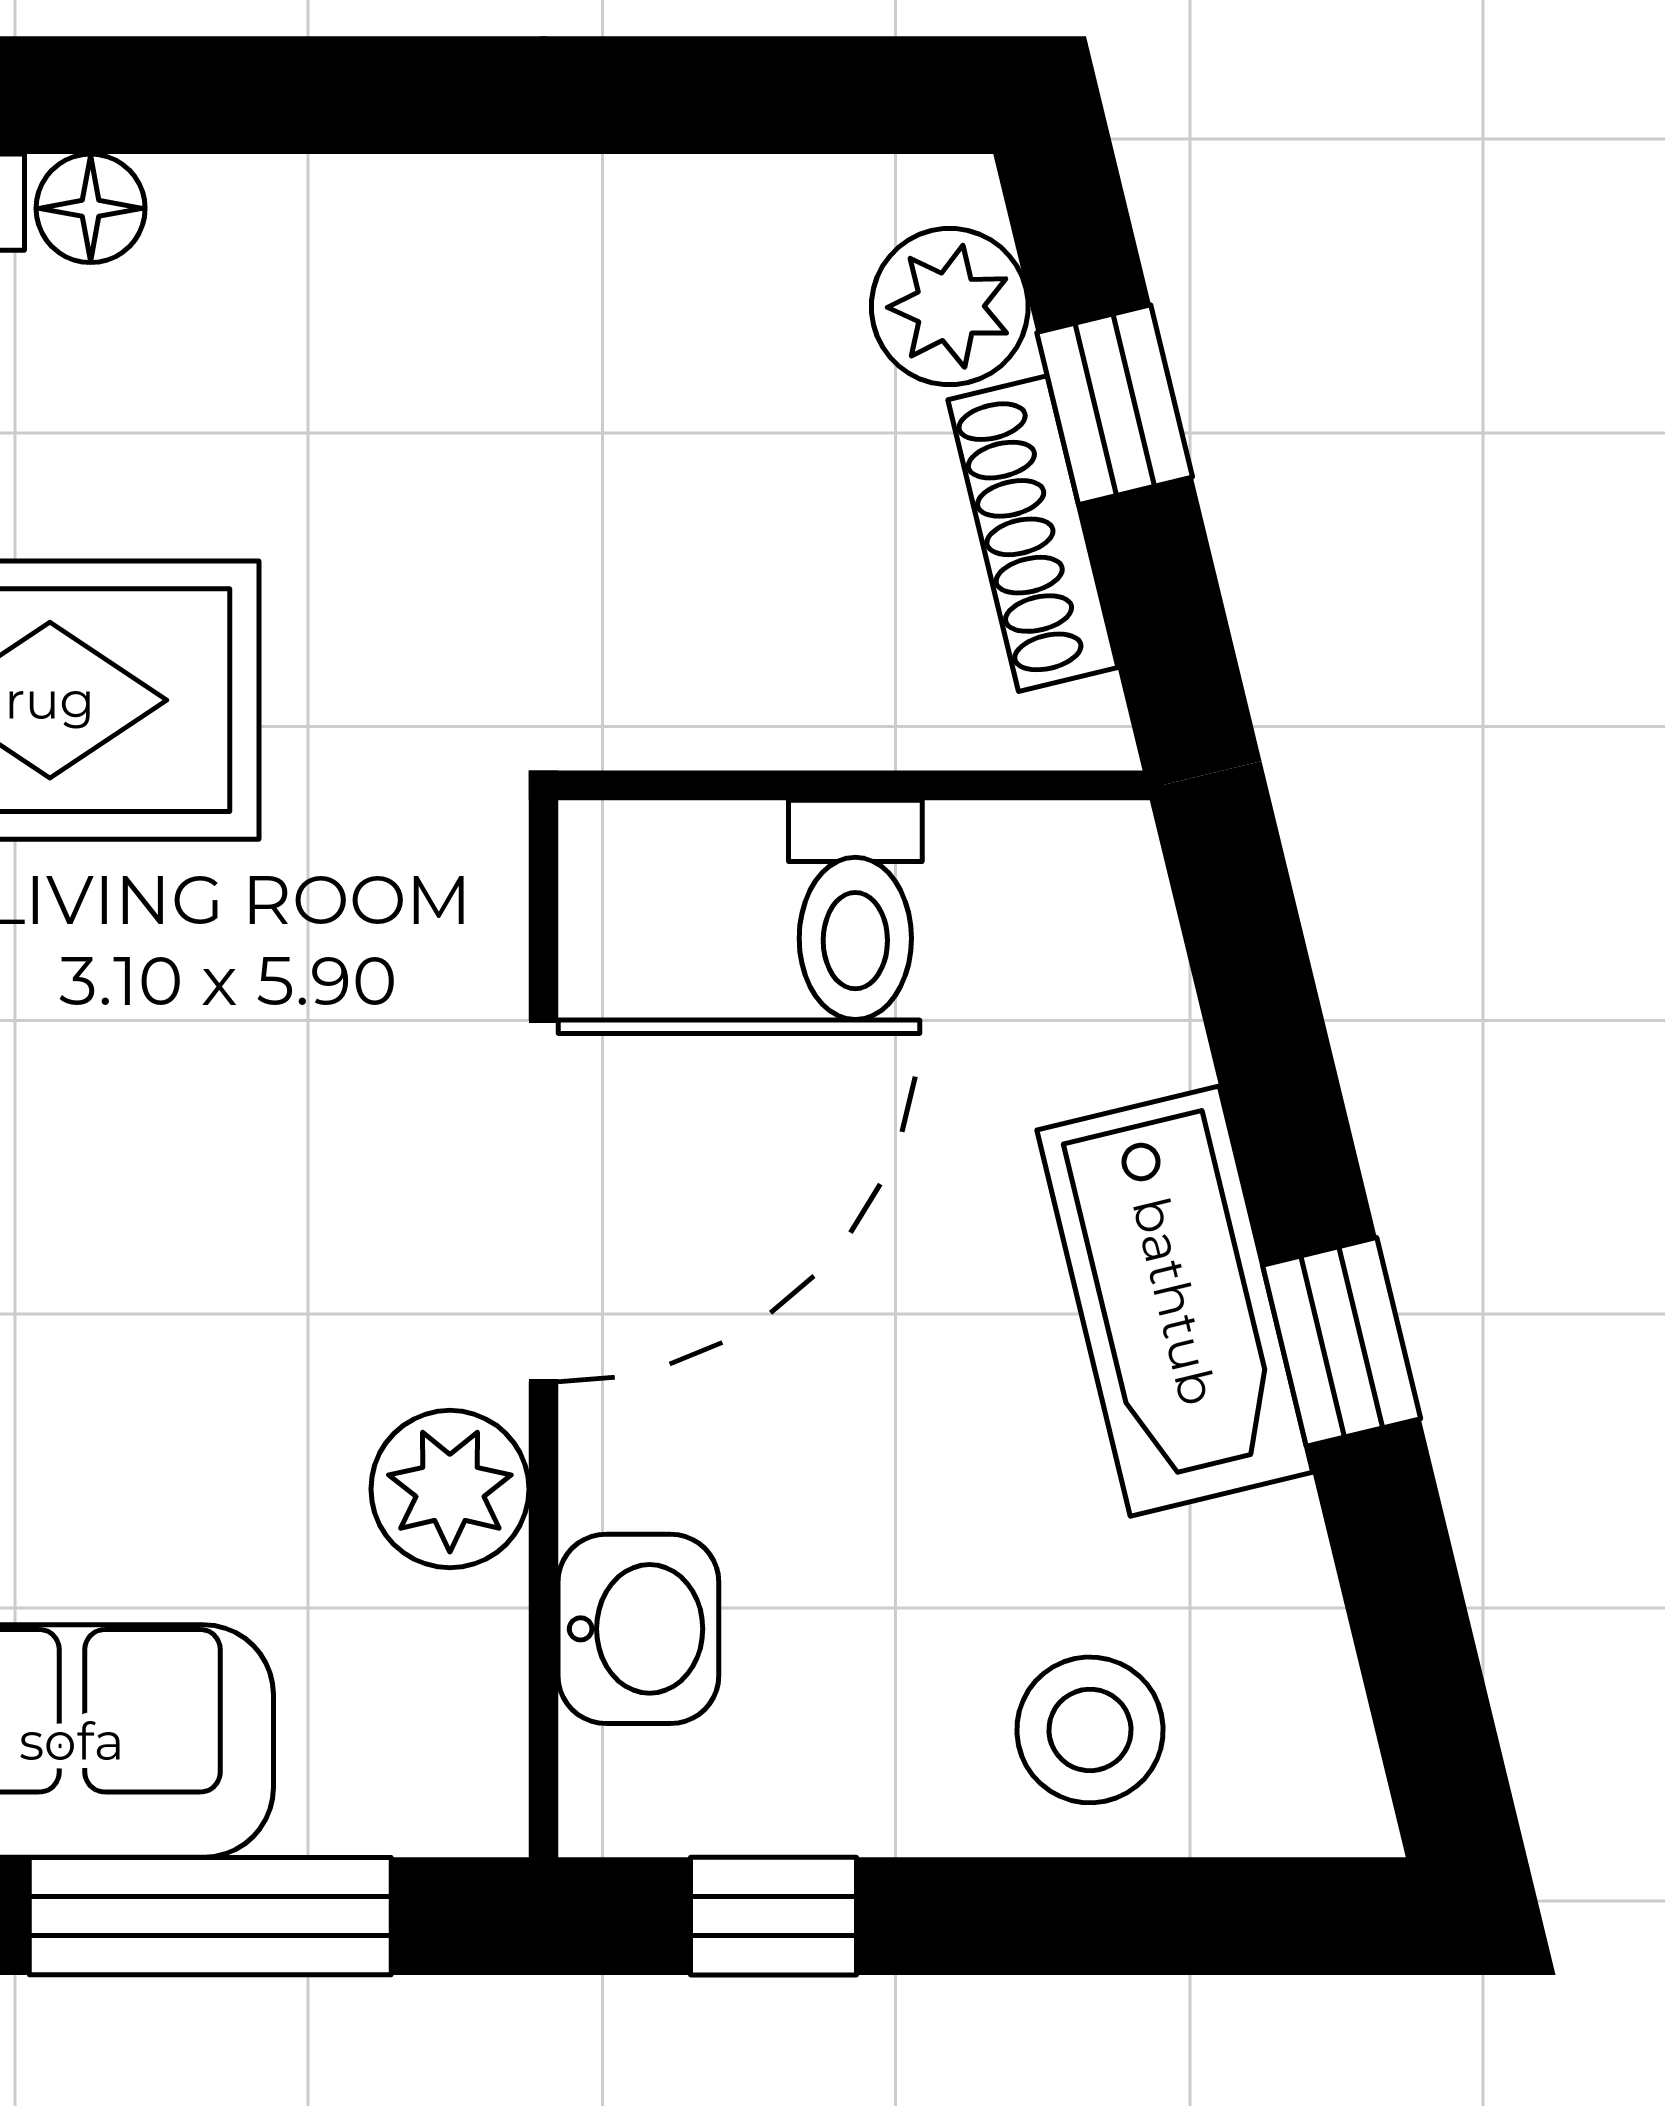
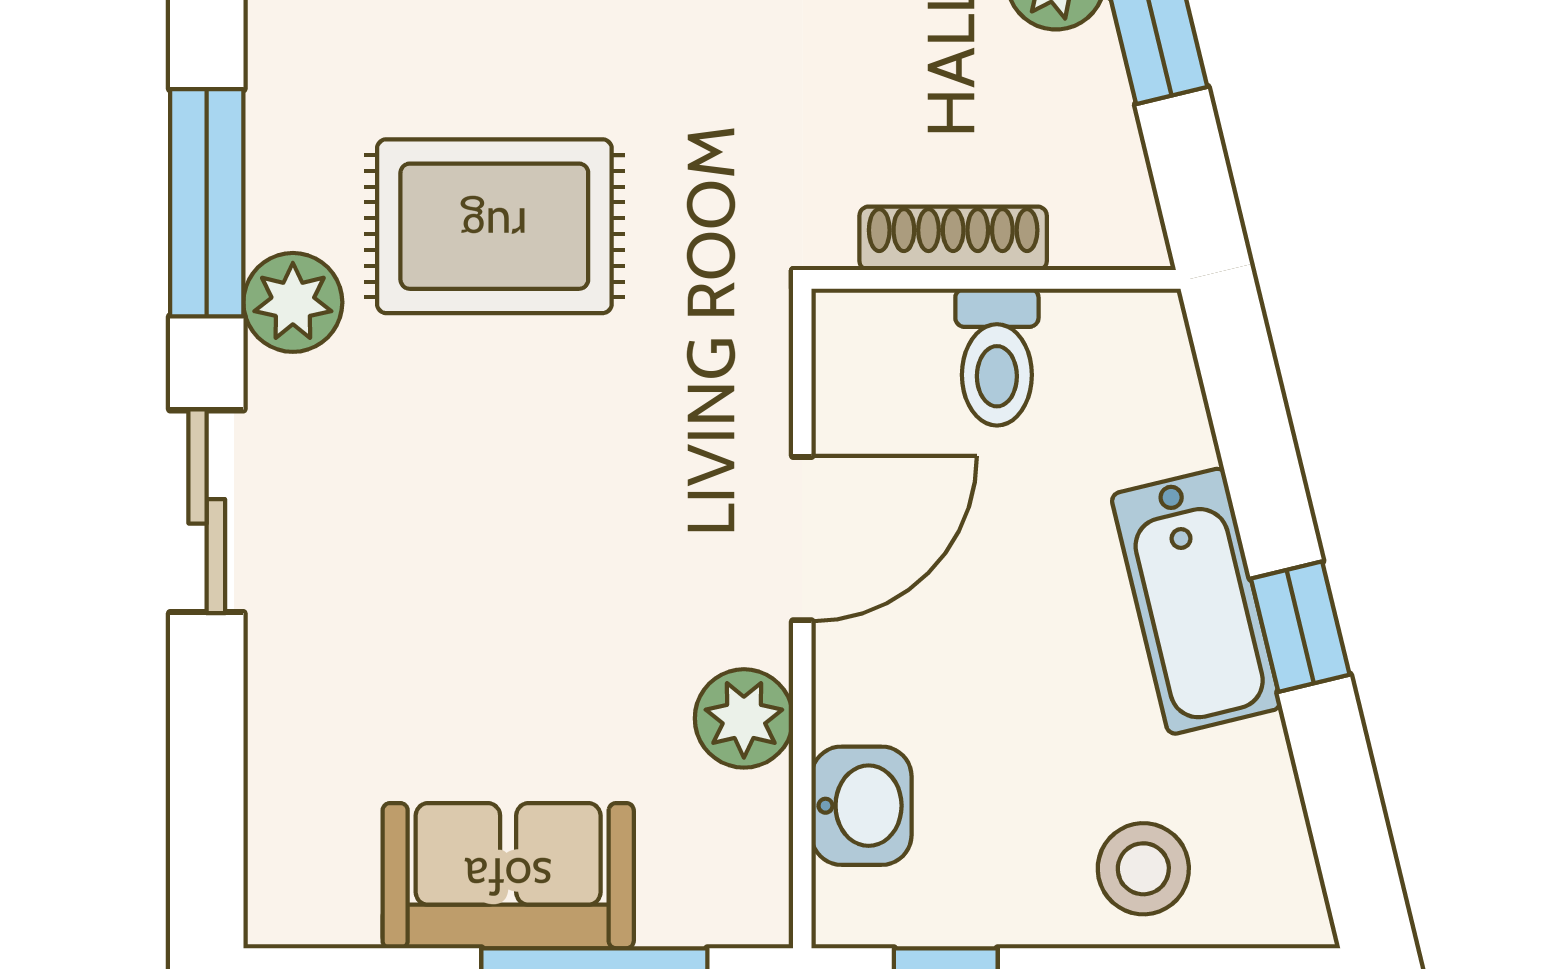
shoe rack: (1033, 534) -> (953, 238), moved, turned 104
door: (543, 1201) -> (802, 539), width x0.73

